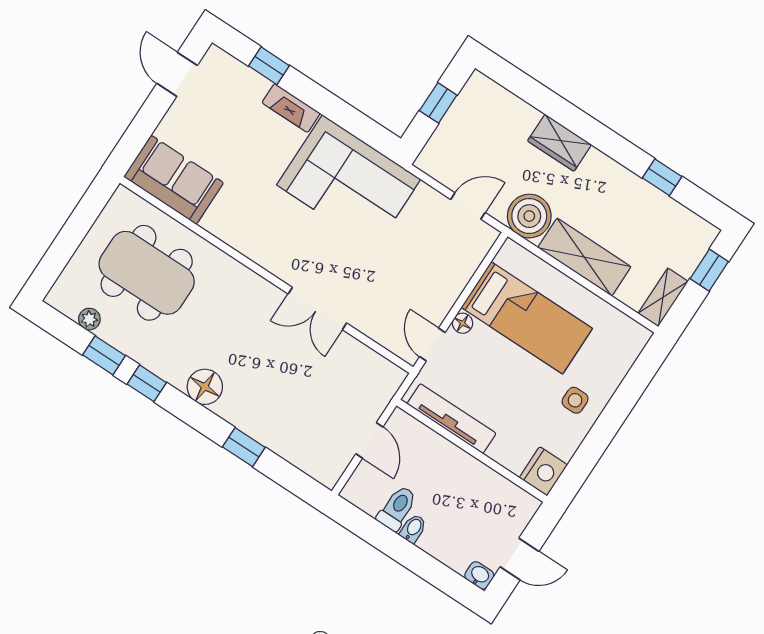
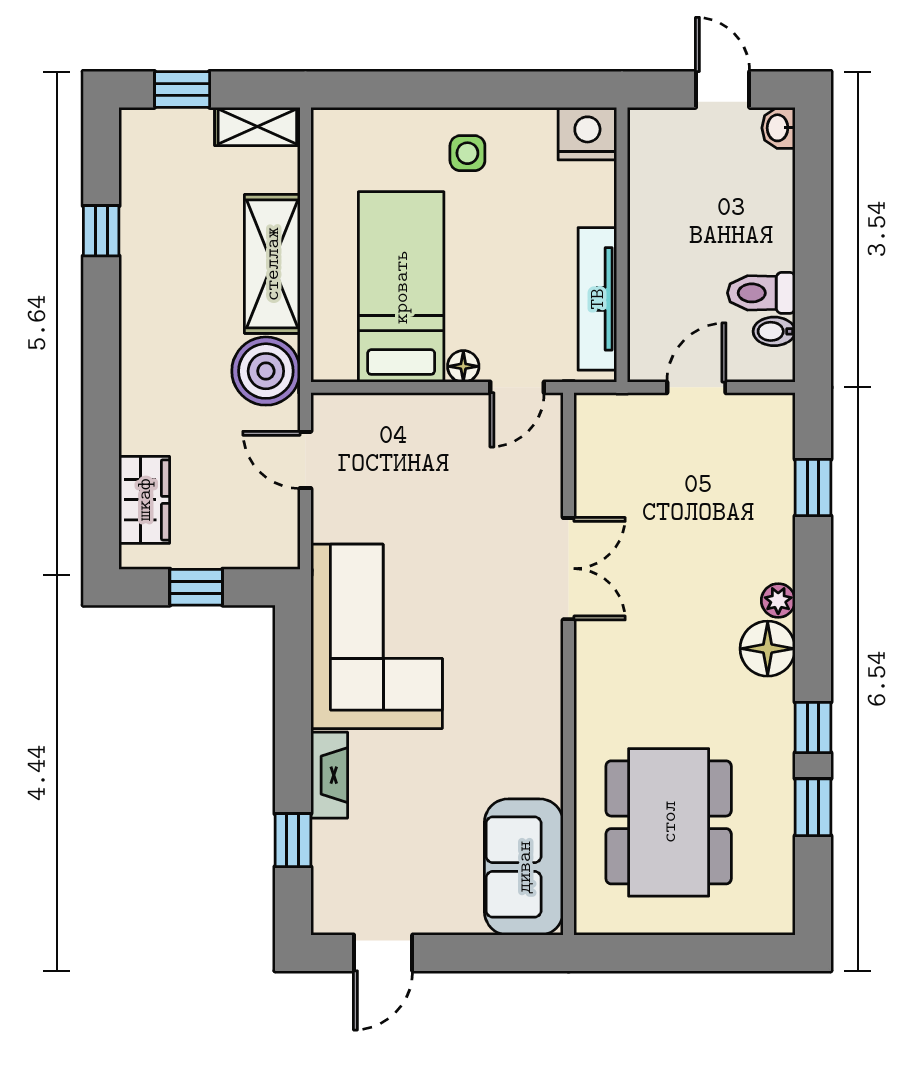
wardrobe: (559, 143) -> (144, 500), moved
plant: (89, 319) -> (778, 601), moved
window: (244, 447) -> (813, 488), moved
bidet: (413, 529) -> (774, 331), moved

